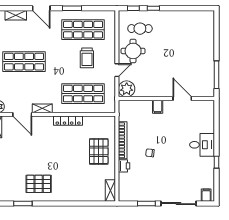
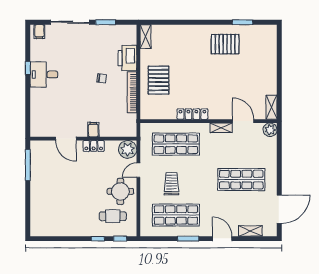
locker: (157, 92) -> (94, 146), added
desk: (202, 145) -> (44, 74), moved
printer: (124, 166) -> (127, 58), width x1.87, depth x1.48

